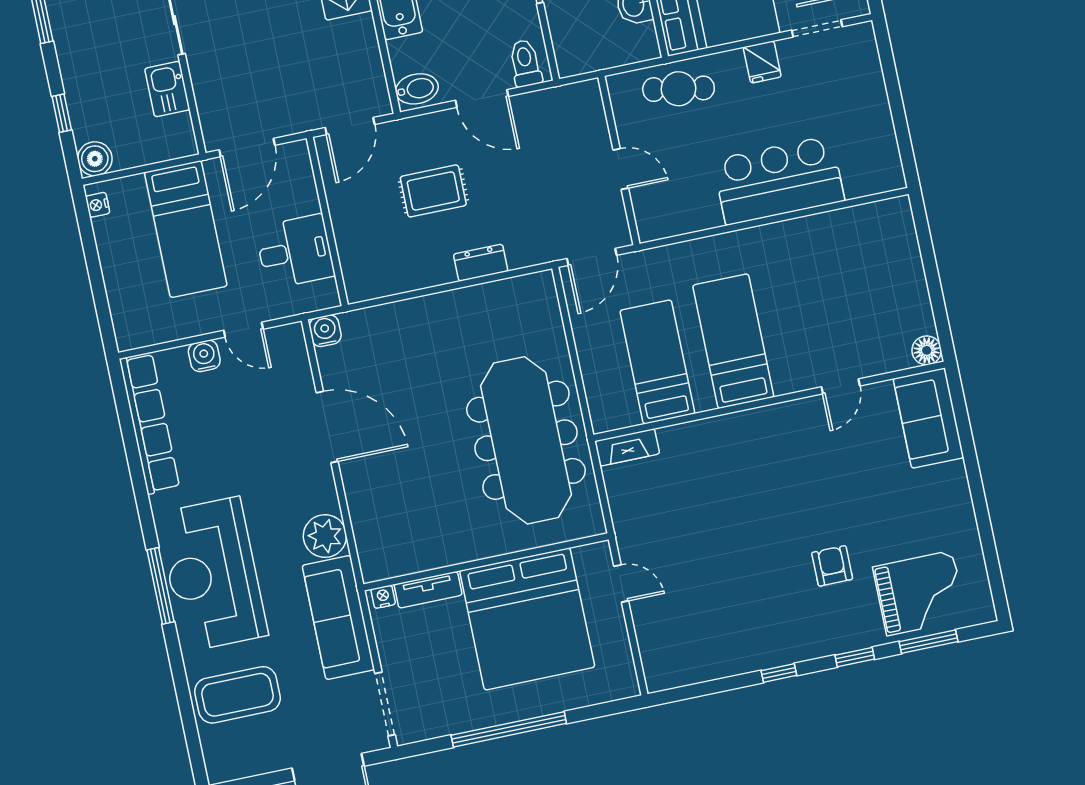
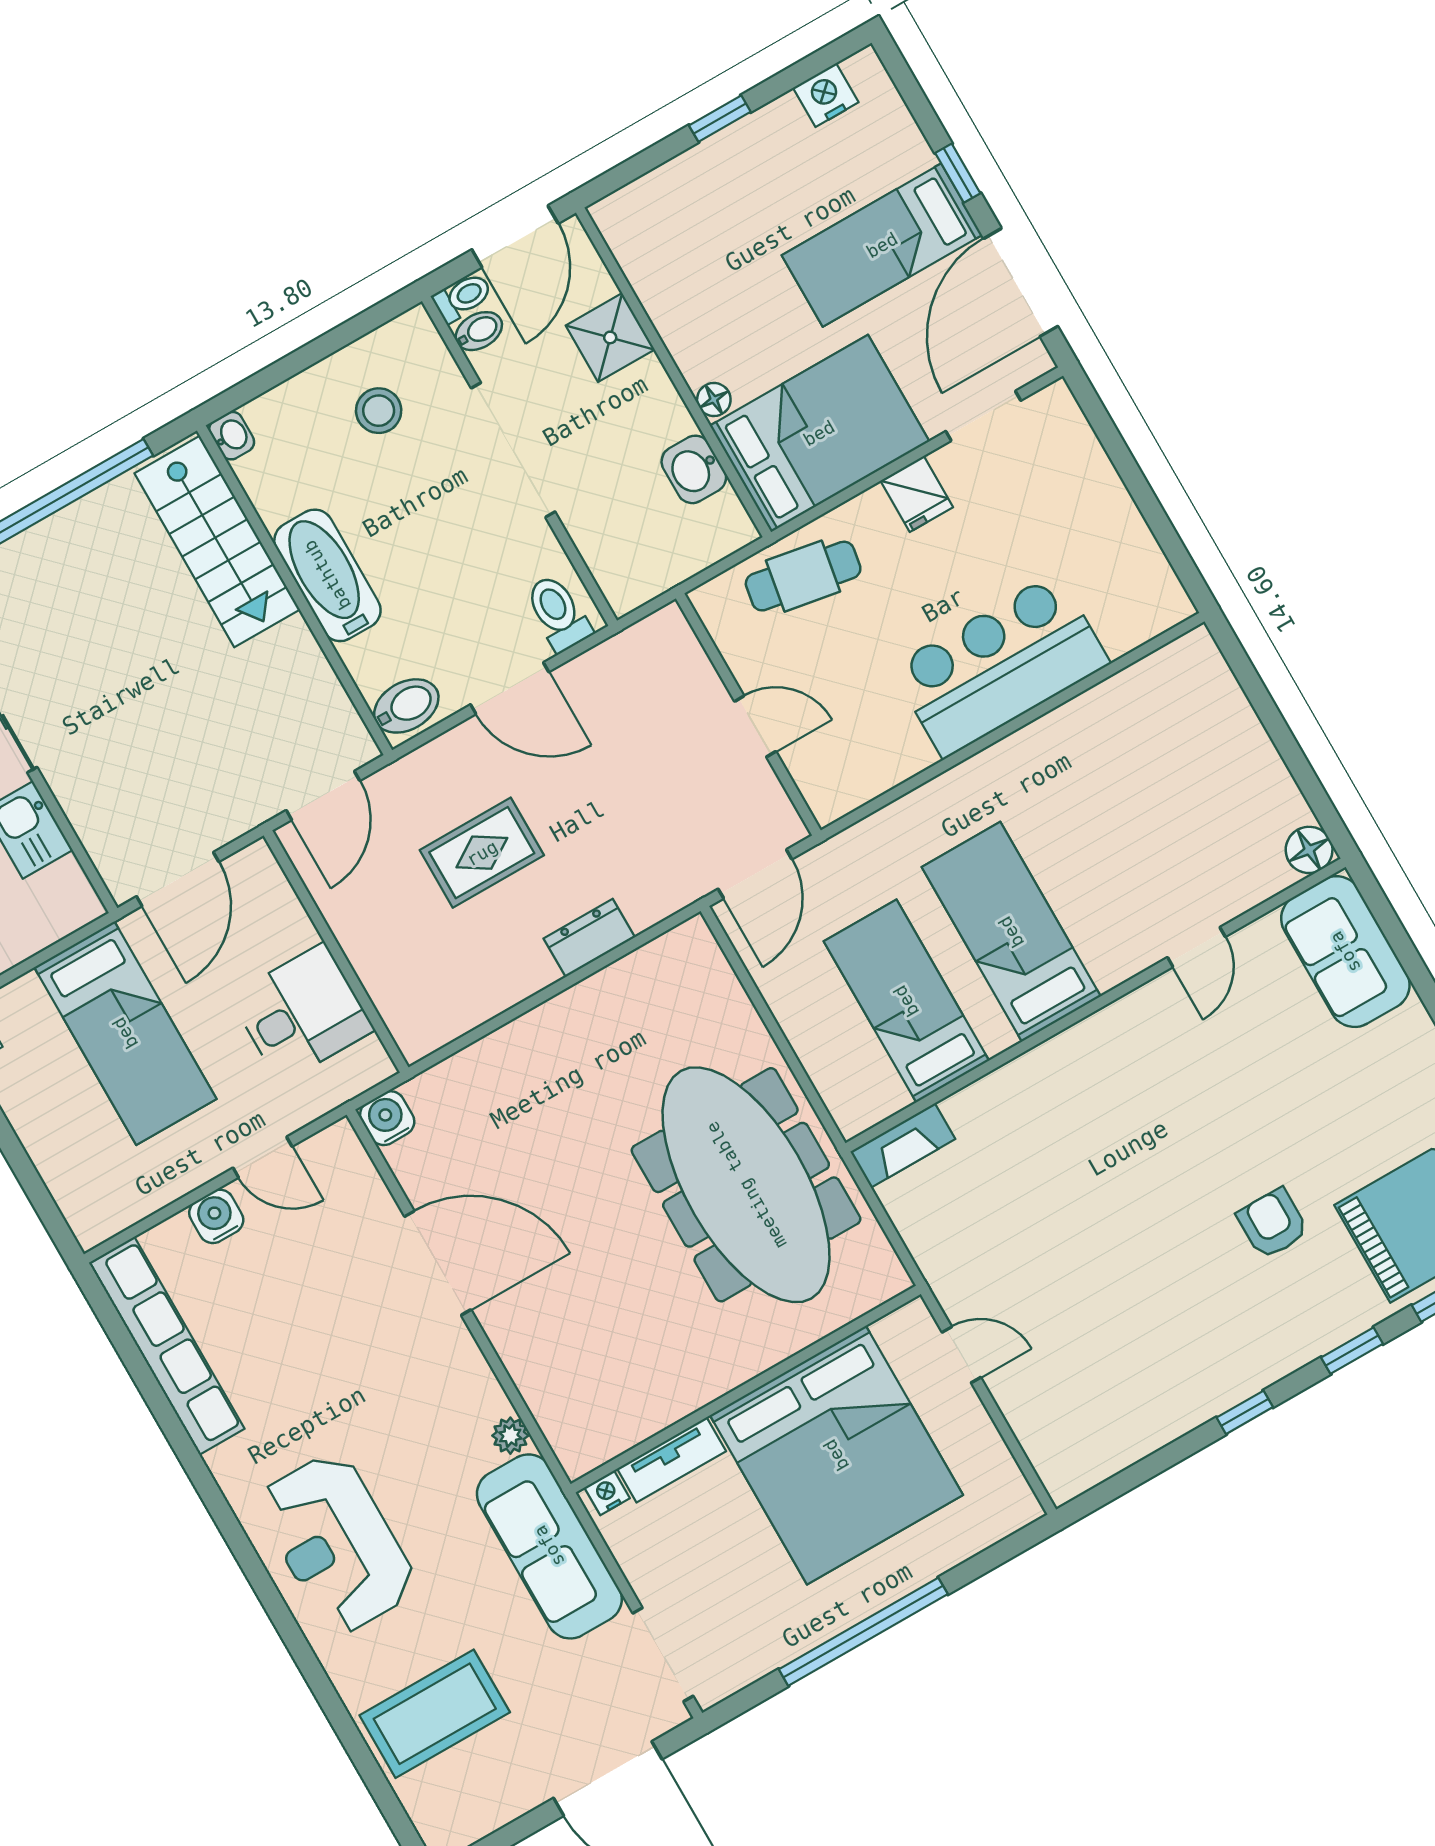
plant: (325, 536) -> (510, 1436), width x0.53, depth x0.53
reception desk: (212, 574) -> (337, 1543), width x0.74, depth x0.77
window: (160, 586) -> (264, 1587), removed

